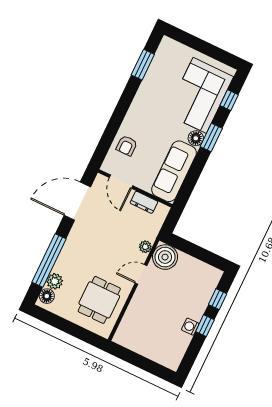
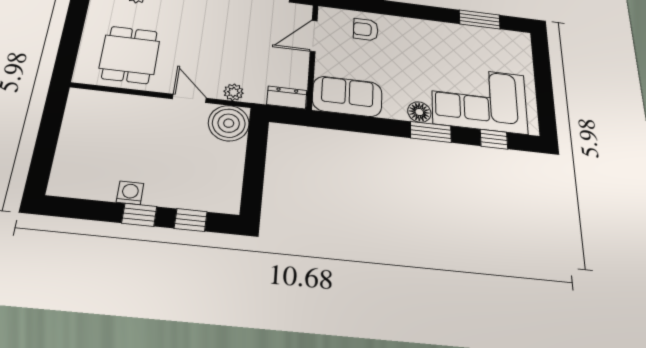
sofa: (174, 171) -> (347, 96), width x0.73
dresser: (144, 202) -> (287, 97), moved, turned 90
dining table: (99, 300) -> (130, 55), turned 90

